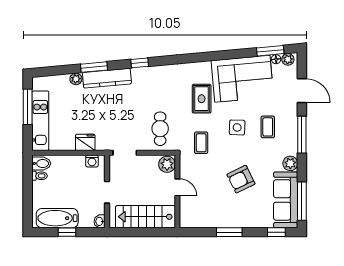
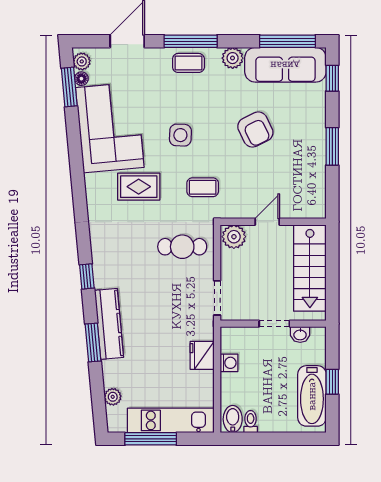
plant: (76, 79) -> (113, 397), moved
coffee table: (268, 127) -> (188, 63), moved
washing machine: (92, 161) -> (229, 363), moved
washbasin: (100, 221) -> (300, 334), moved

